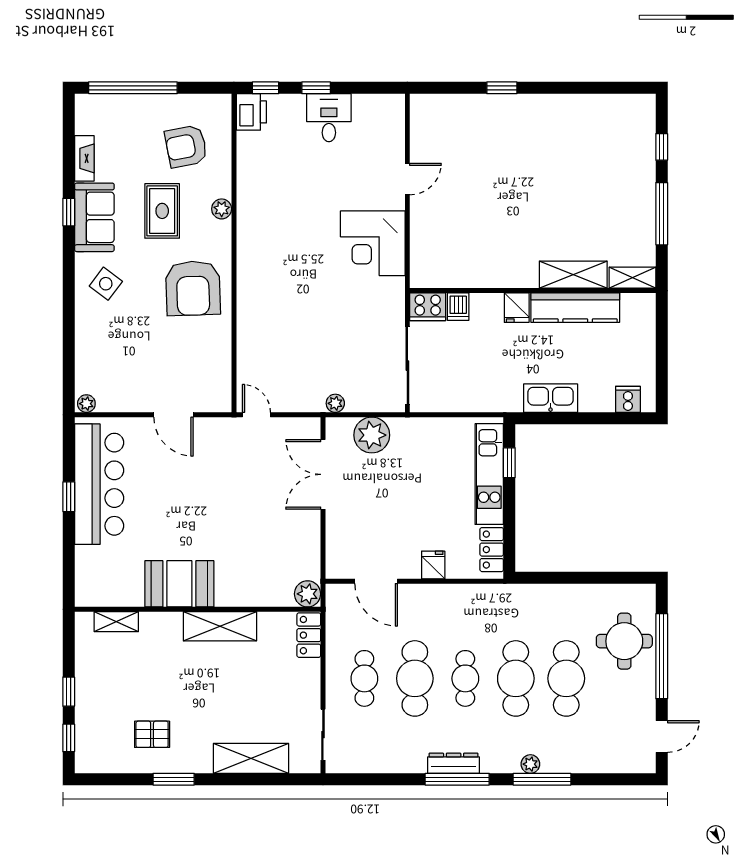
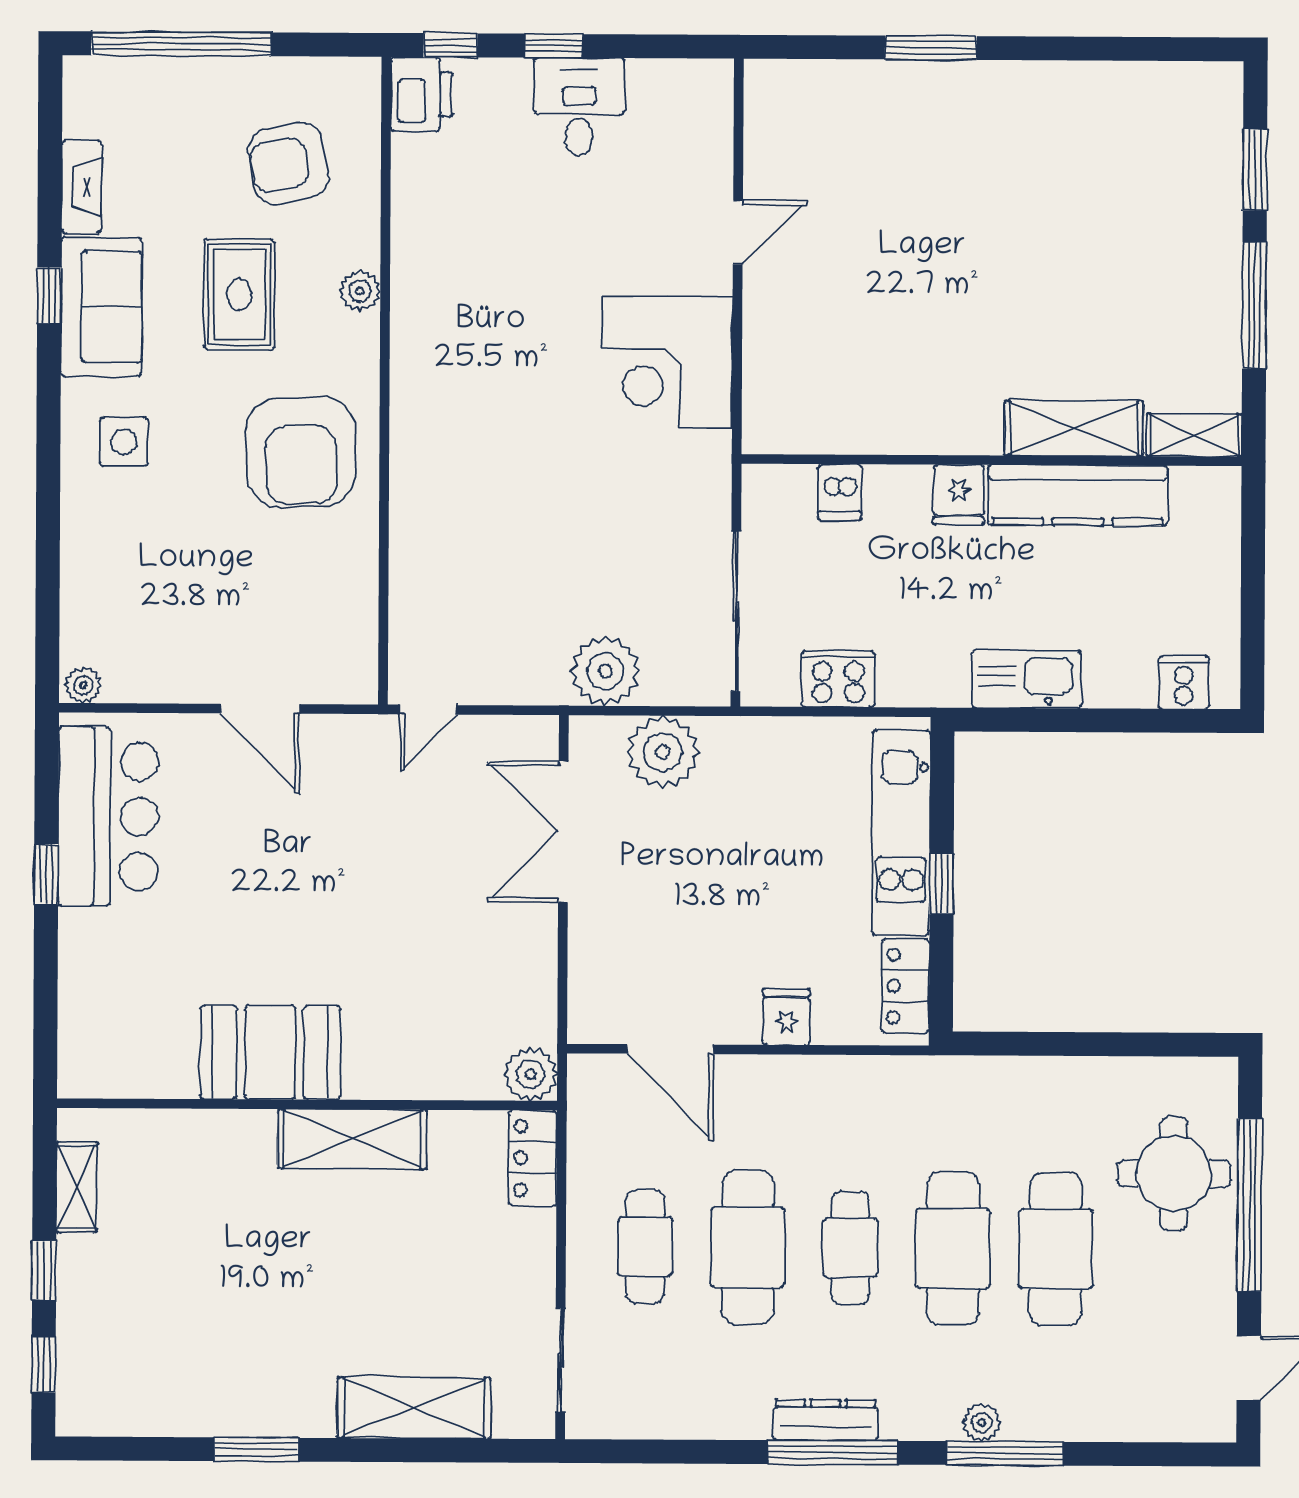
window: (502, 88) -> (931, 48), width x1.50
window: (662, 147) -> (1255, 170), width x1.50
side table: (106, 284) -> (124, 442), turned -37
cooker: (428, 307) -> (838, 679), moved, turned 180
plant: (335, 403) -> (605, 671), width x1.88, depth x1.88
door: (256, 415) -> (429, 710), swing flipped
window: (509, 463) -> (942, 884), moved
bar counter: (99, 484) -> (108, 816), width x0.73
shelving: (116, 622) -> (77, 1187), moved, turned 90
pallet: (152, 734) -> (213, 1358), removed

